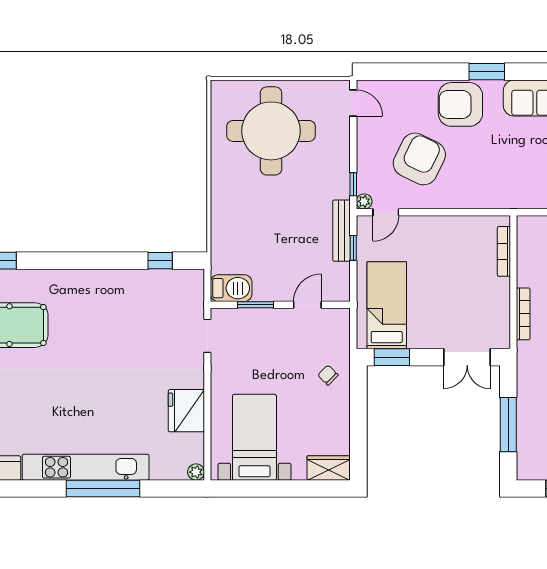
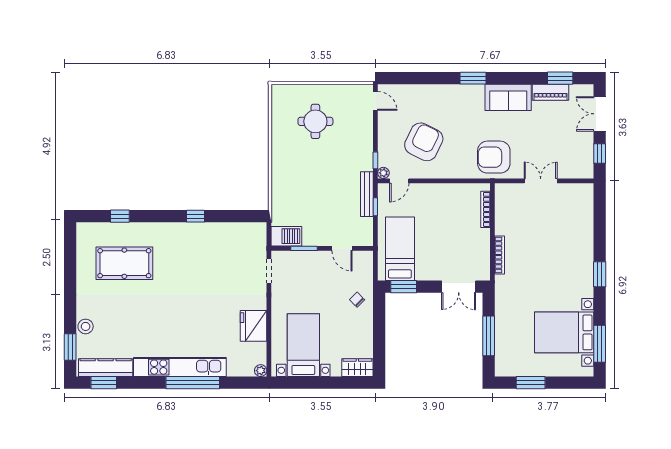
armchair: (460, 104) -> (494, 157), moved
round table: (271, 131) -> (315, 121), width x0.54, depth x0.54
window: (160, 261) -> (195, 216), moved
door: (307, 305) -> (342, 248), swing flipped

